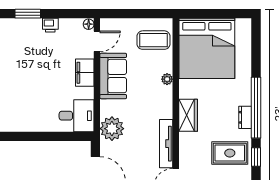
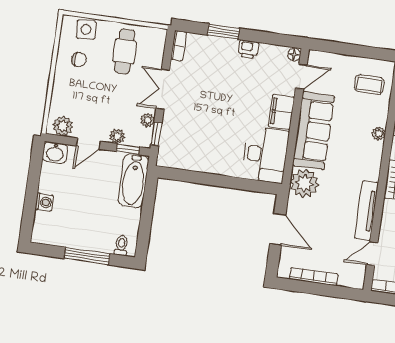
coffee table: (154, 40) -> (369, 85), width x0.73, depth x0.77
sofa: (113, 76) -> (313, 131), width x1.36
desk: (77, 116) -> (265, 155), width x1.37

